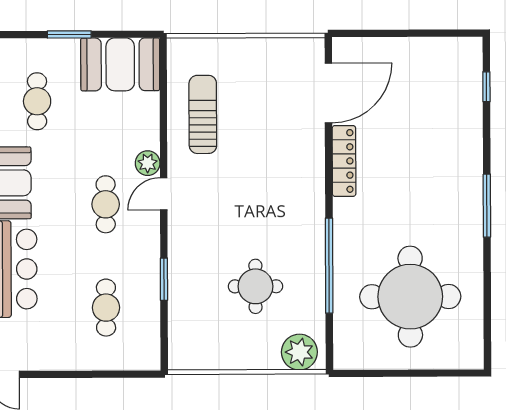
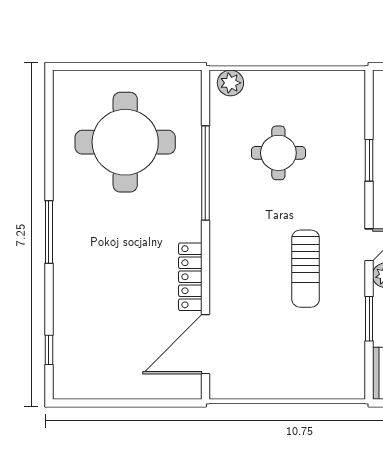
sun lounger: (203, 114) -> (306, 269), moved
window: (163, 119) -> (369, 319), added
plant: (299, 352) -> (230, 83), width x0.73, depth x0.73

